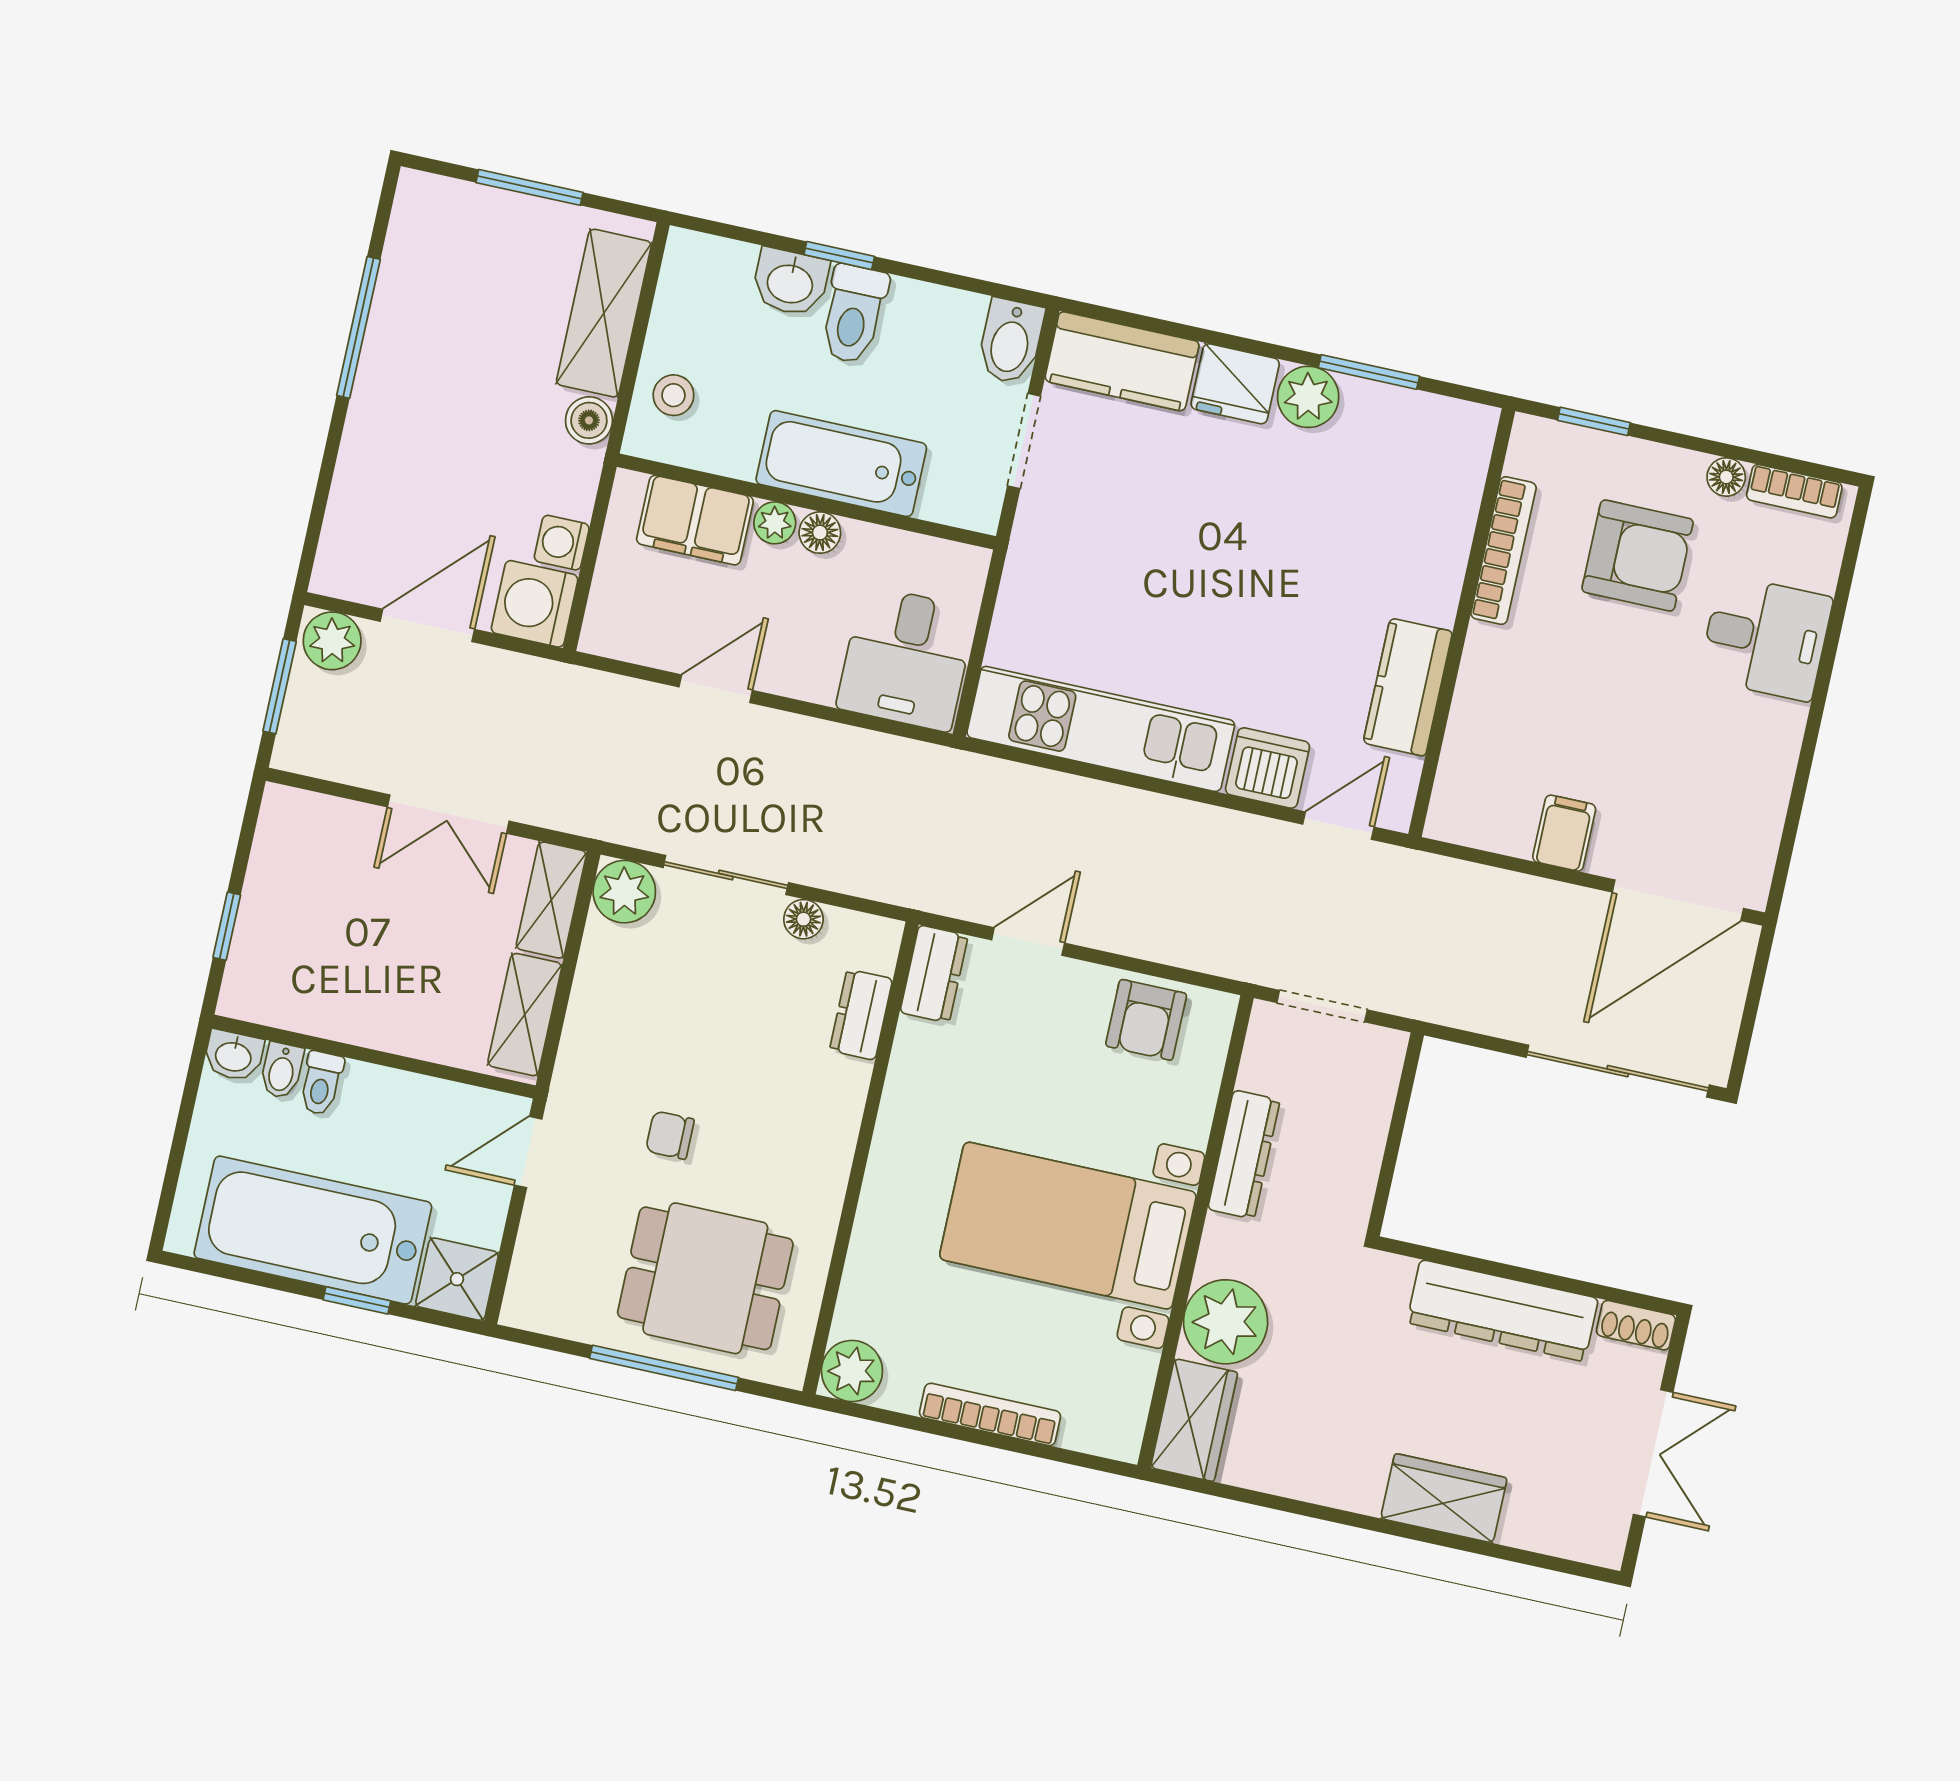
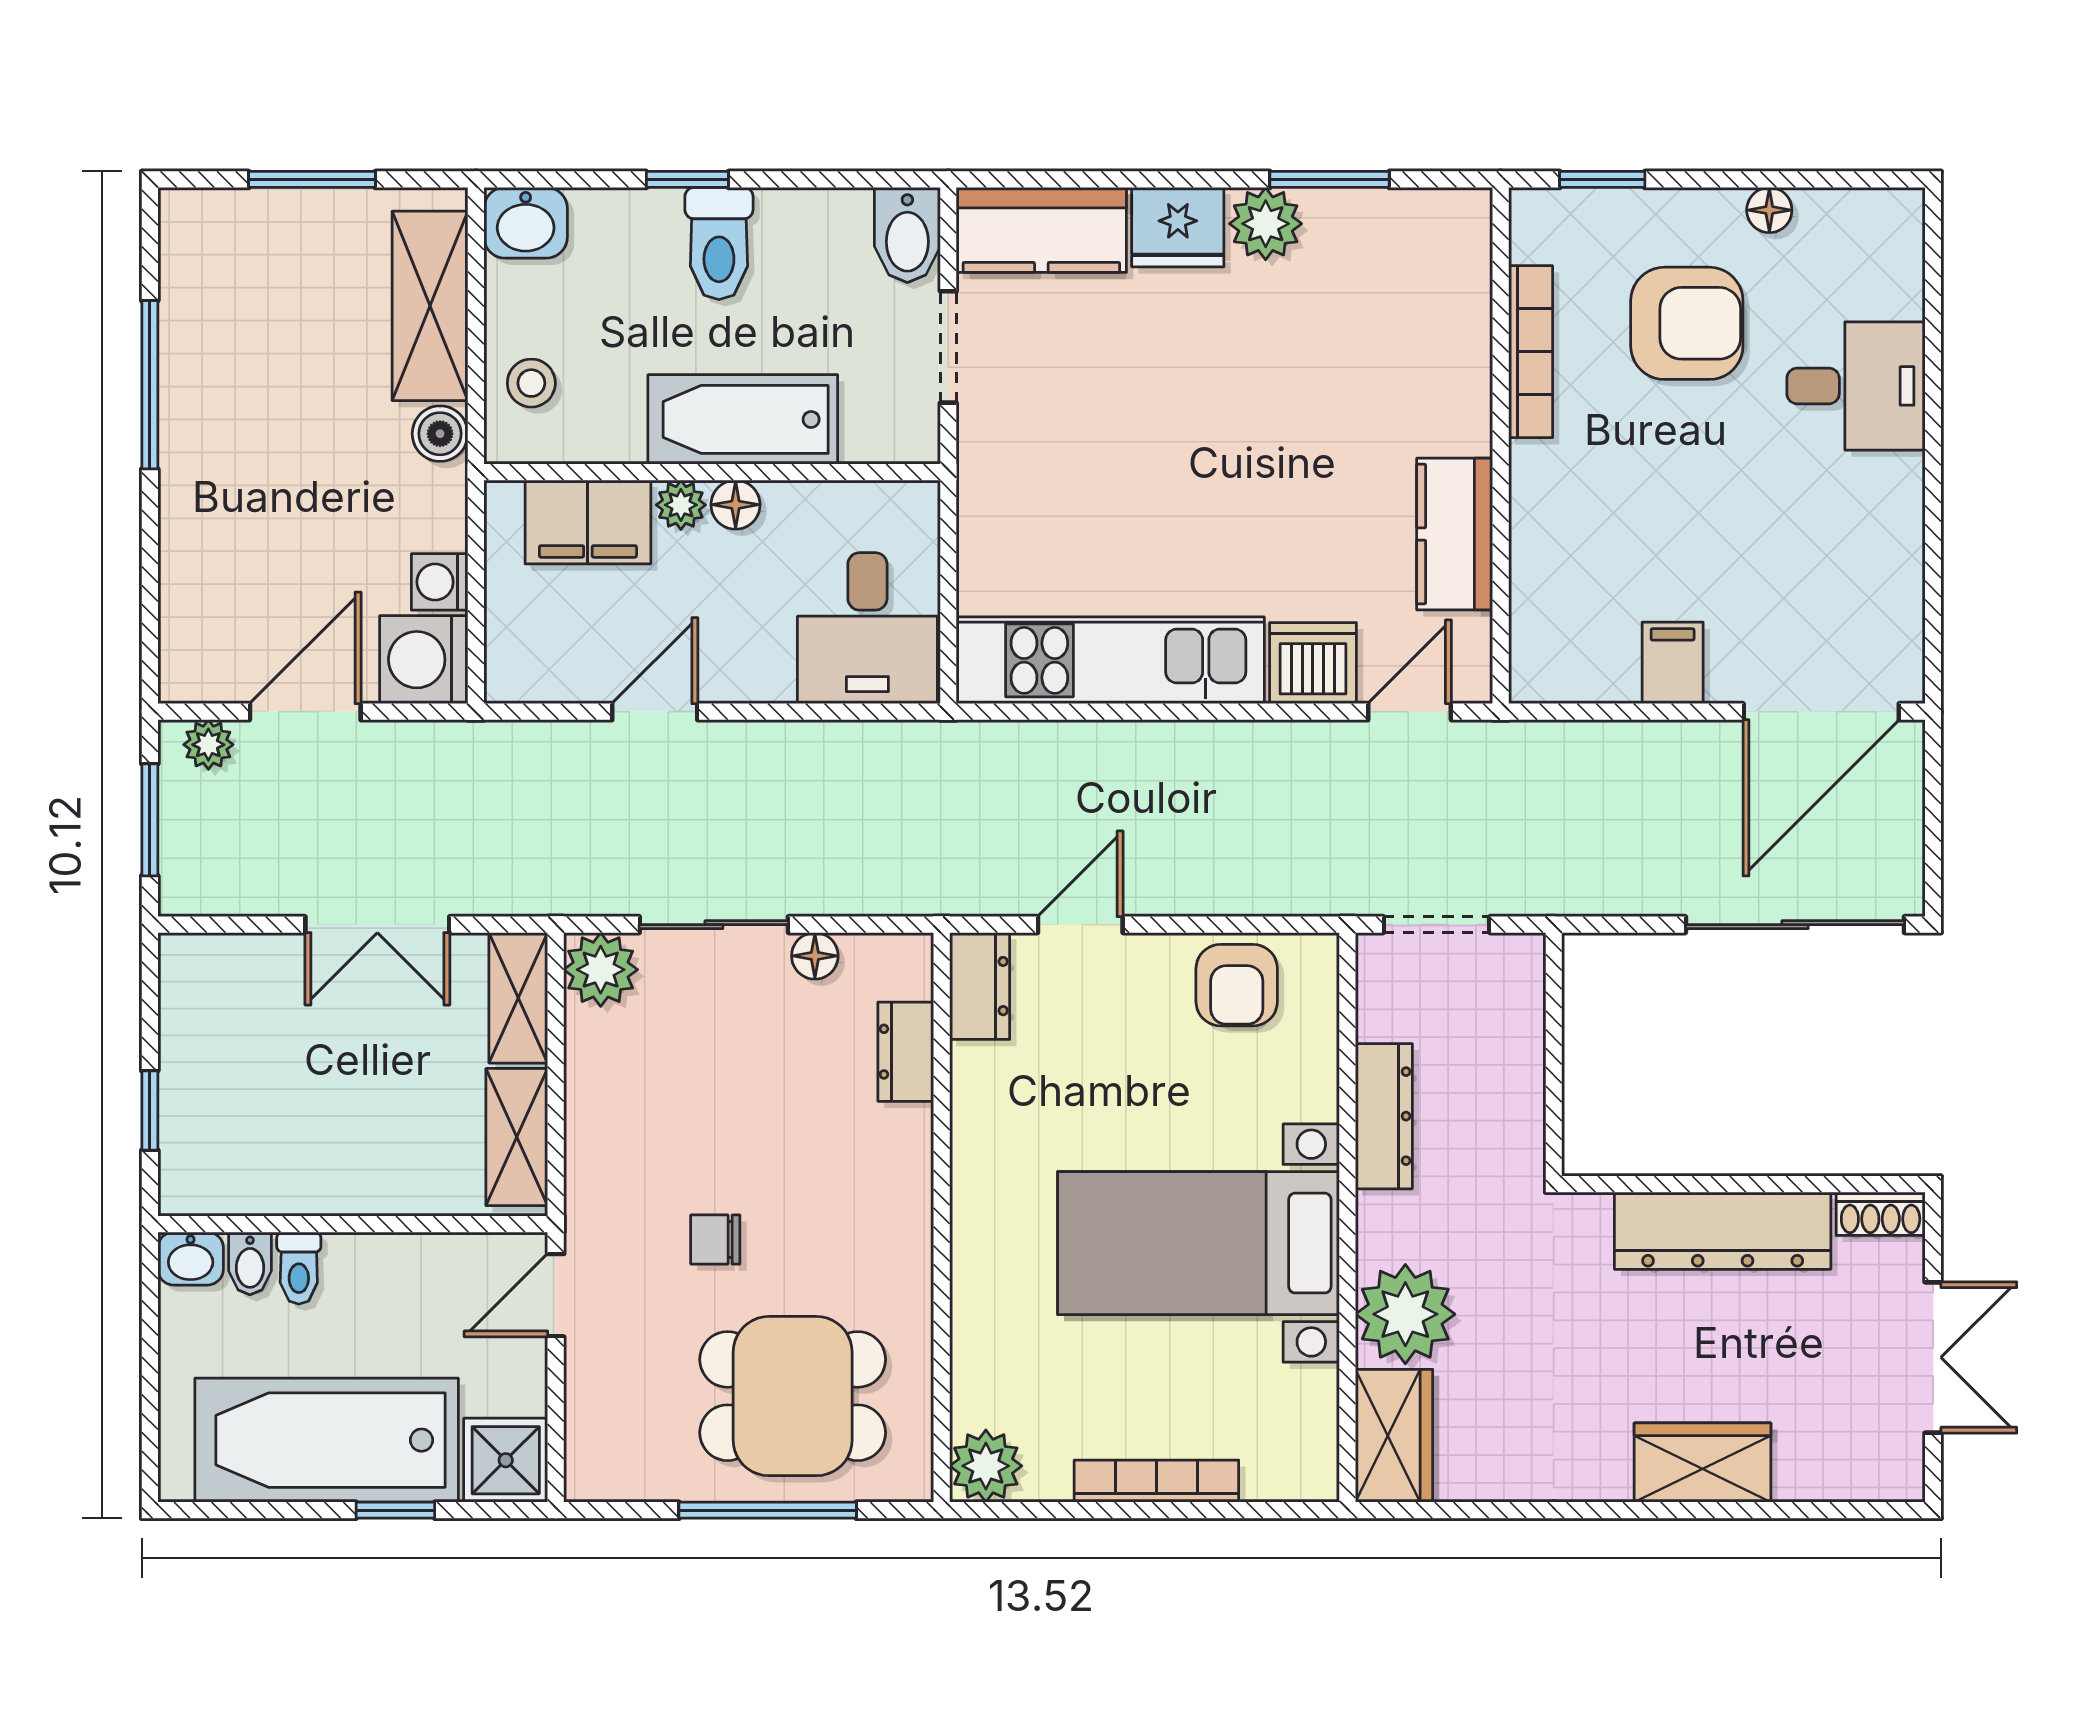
washbasin: (790, 282) -> (526, 223), moved
bookcase: (1794, 491) -> (1852, 209), removed
plant: (332, 641) -> (208, 745), width x0.73, depth x0.73

